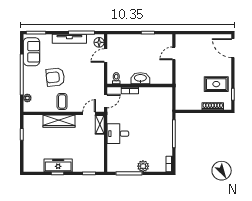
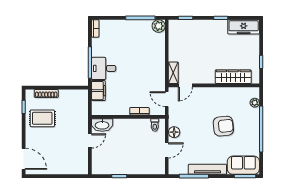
floor lamp: (99, 42) -> (174, 132), moved
sofa: (31, 52) -> (243, 165), moved, turned 90
door: (174, 53) -> (90, 141), moved
washbasin: (140, 78) -> (102, 125), moved
door: (106, 101) -> (167, 99), hinge flipped
coffee table: (62, 102) -> (216, 99), removed
filing cabinet: (166, 109) -> (98, 91), added
wardrobe: (59, 121) -> (233, 77), moved
desk: (118, 134) -> (104, 68), moved, turned 180
freezer: (58, 165) -> (244, 27), moved
plant: (143, 166) -> (159, 26), moved

